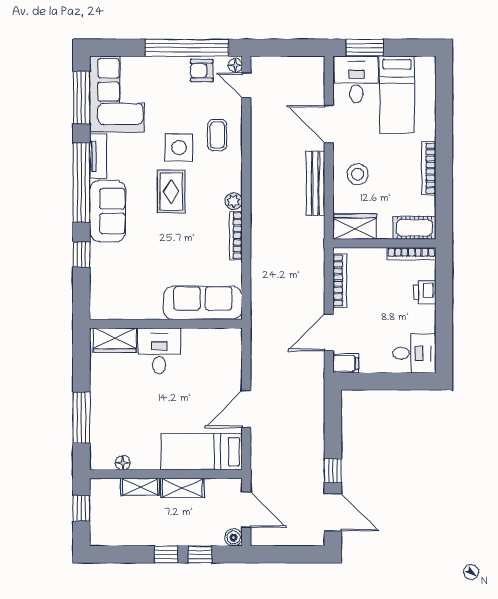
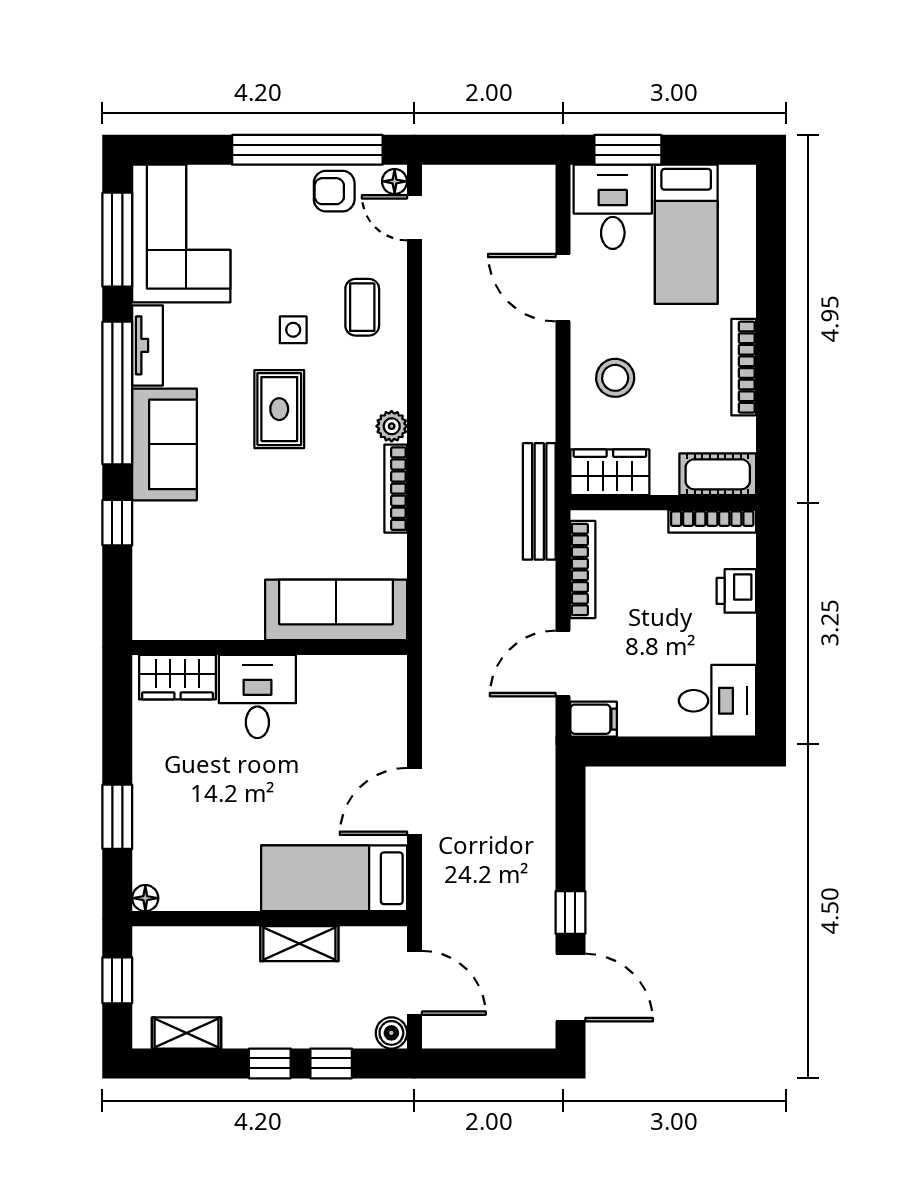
side table: (179, 148) -> (293, 330), width x0.54, depth x0.54
bench: (315, 183) -> (539, 501), moved
window: (81, 418) -> (117, 817), width x0.69
floor lamp: (123, 463) -> (145, 898), moved
shelving: (140, 487) -> (186, 1033), moved

